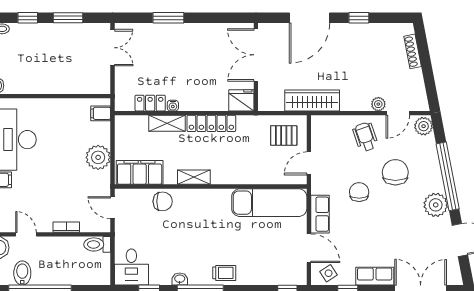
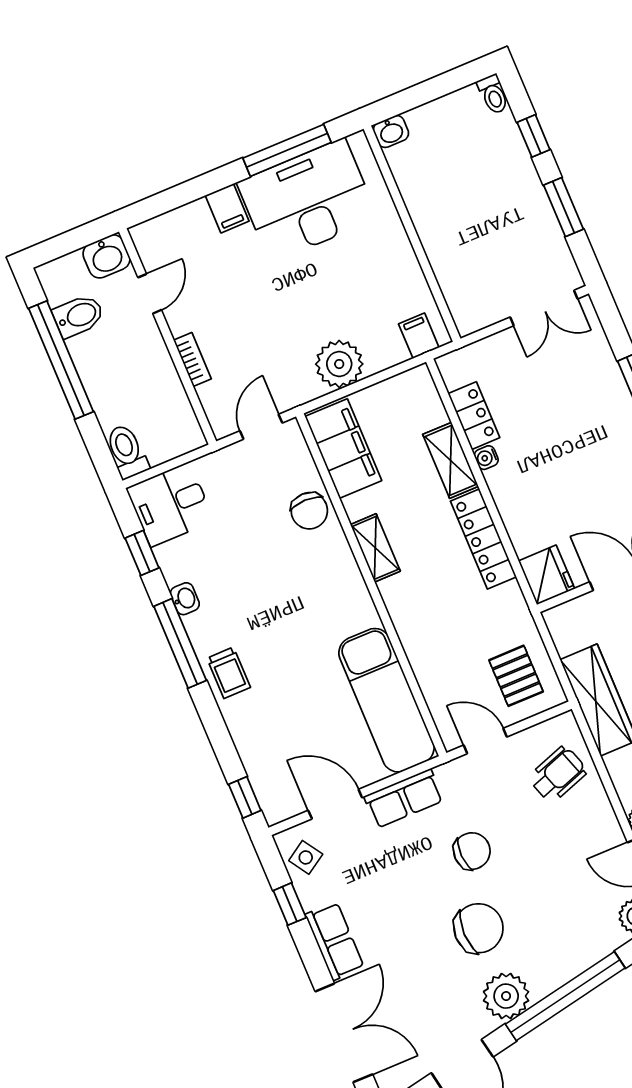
wheelchair: (365, 137) -> (558, 774), moved
chair: (395, 172) -> (479, 928), moved
toilet: (97, 244) -> (127, 451), moved
door: (309, 248) -> (335, 804), swing flipped

